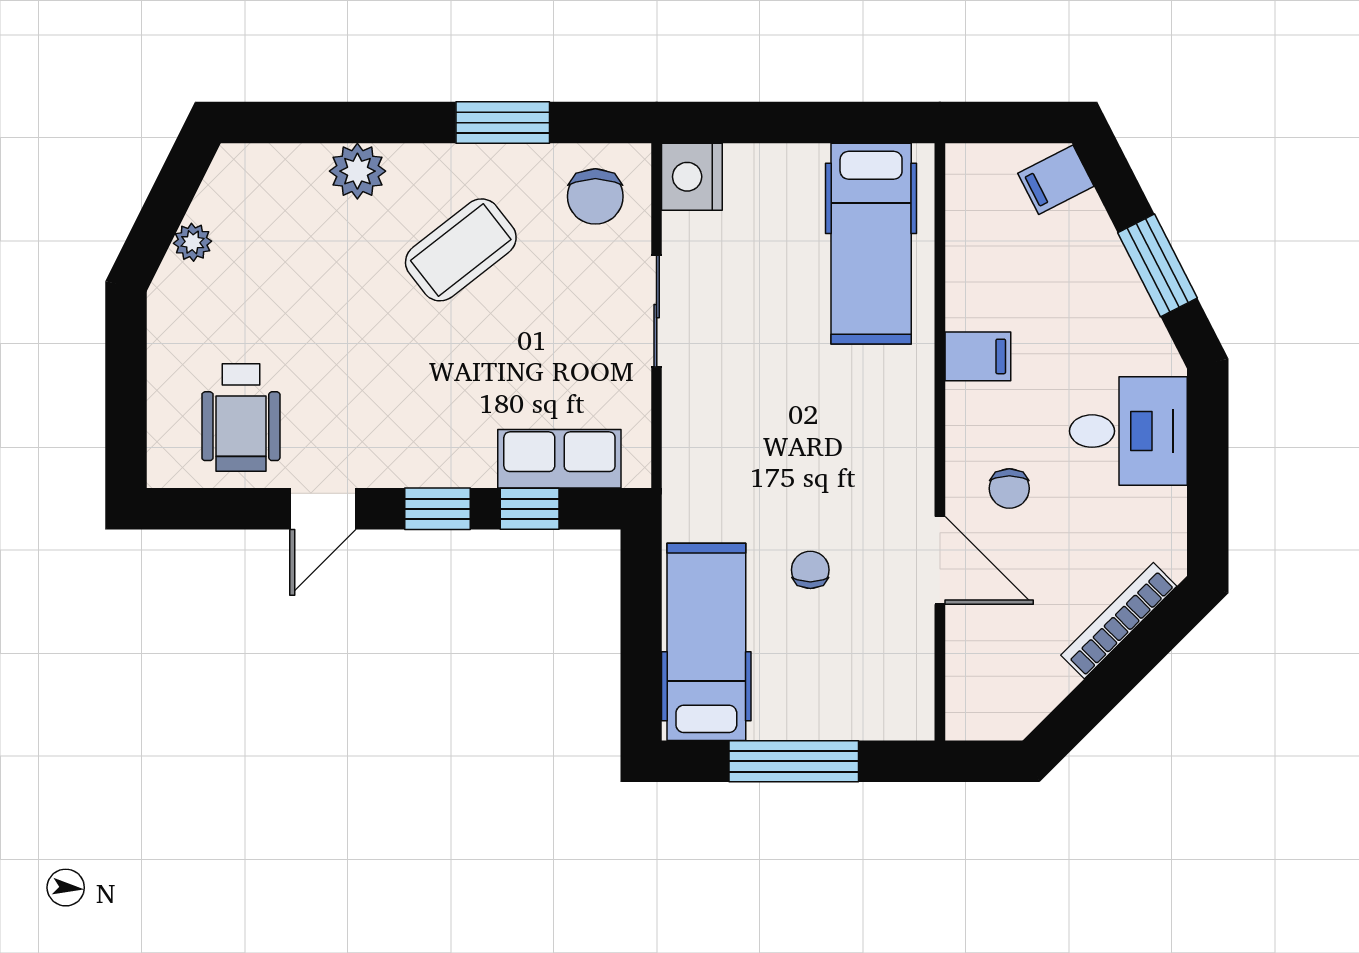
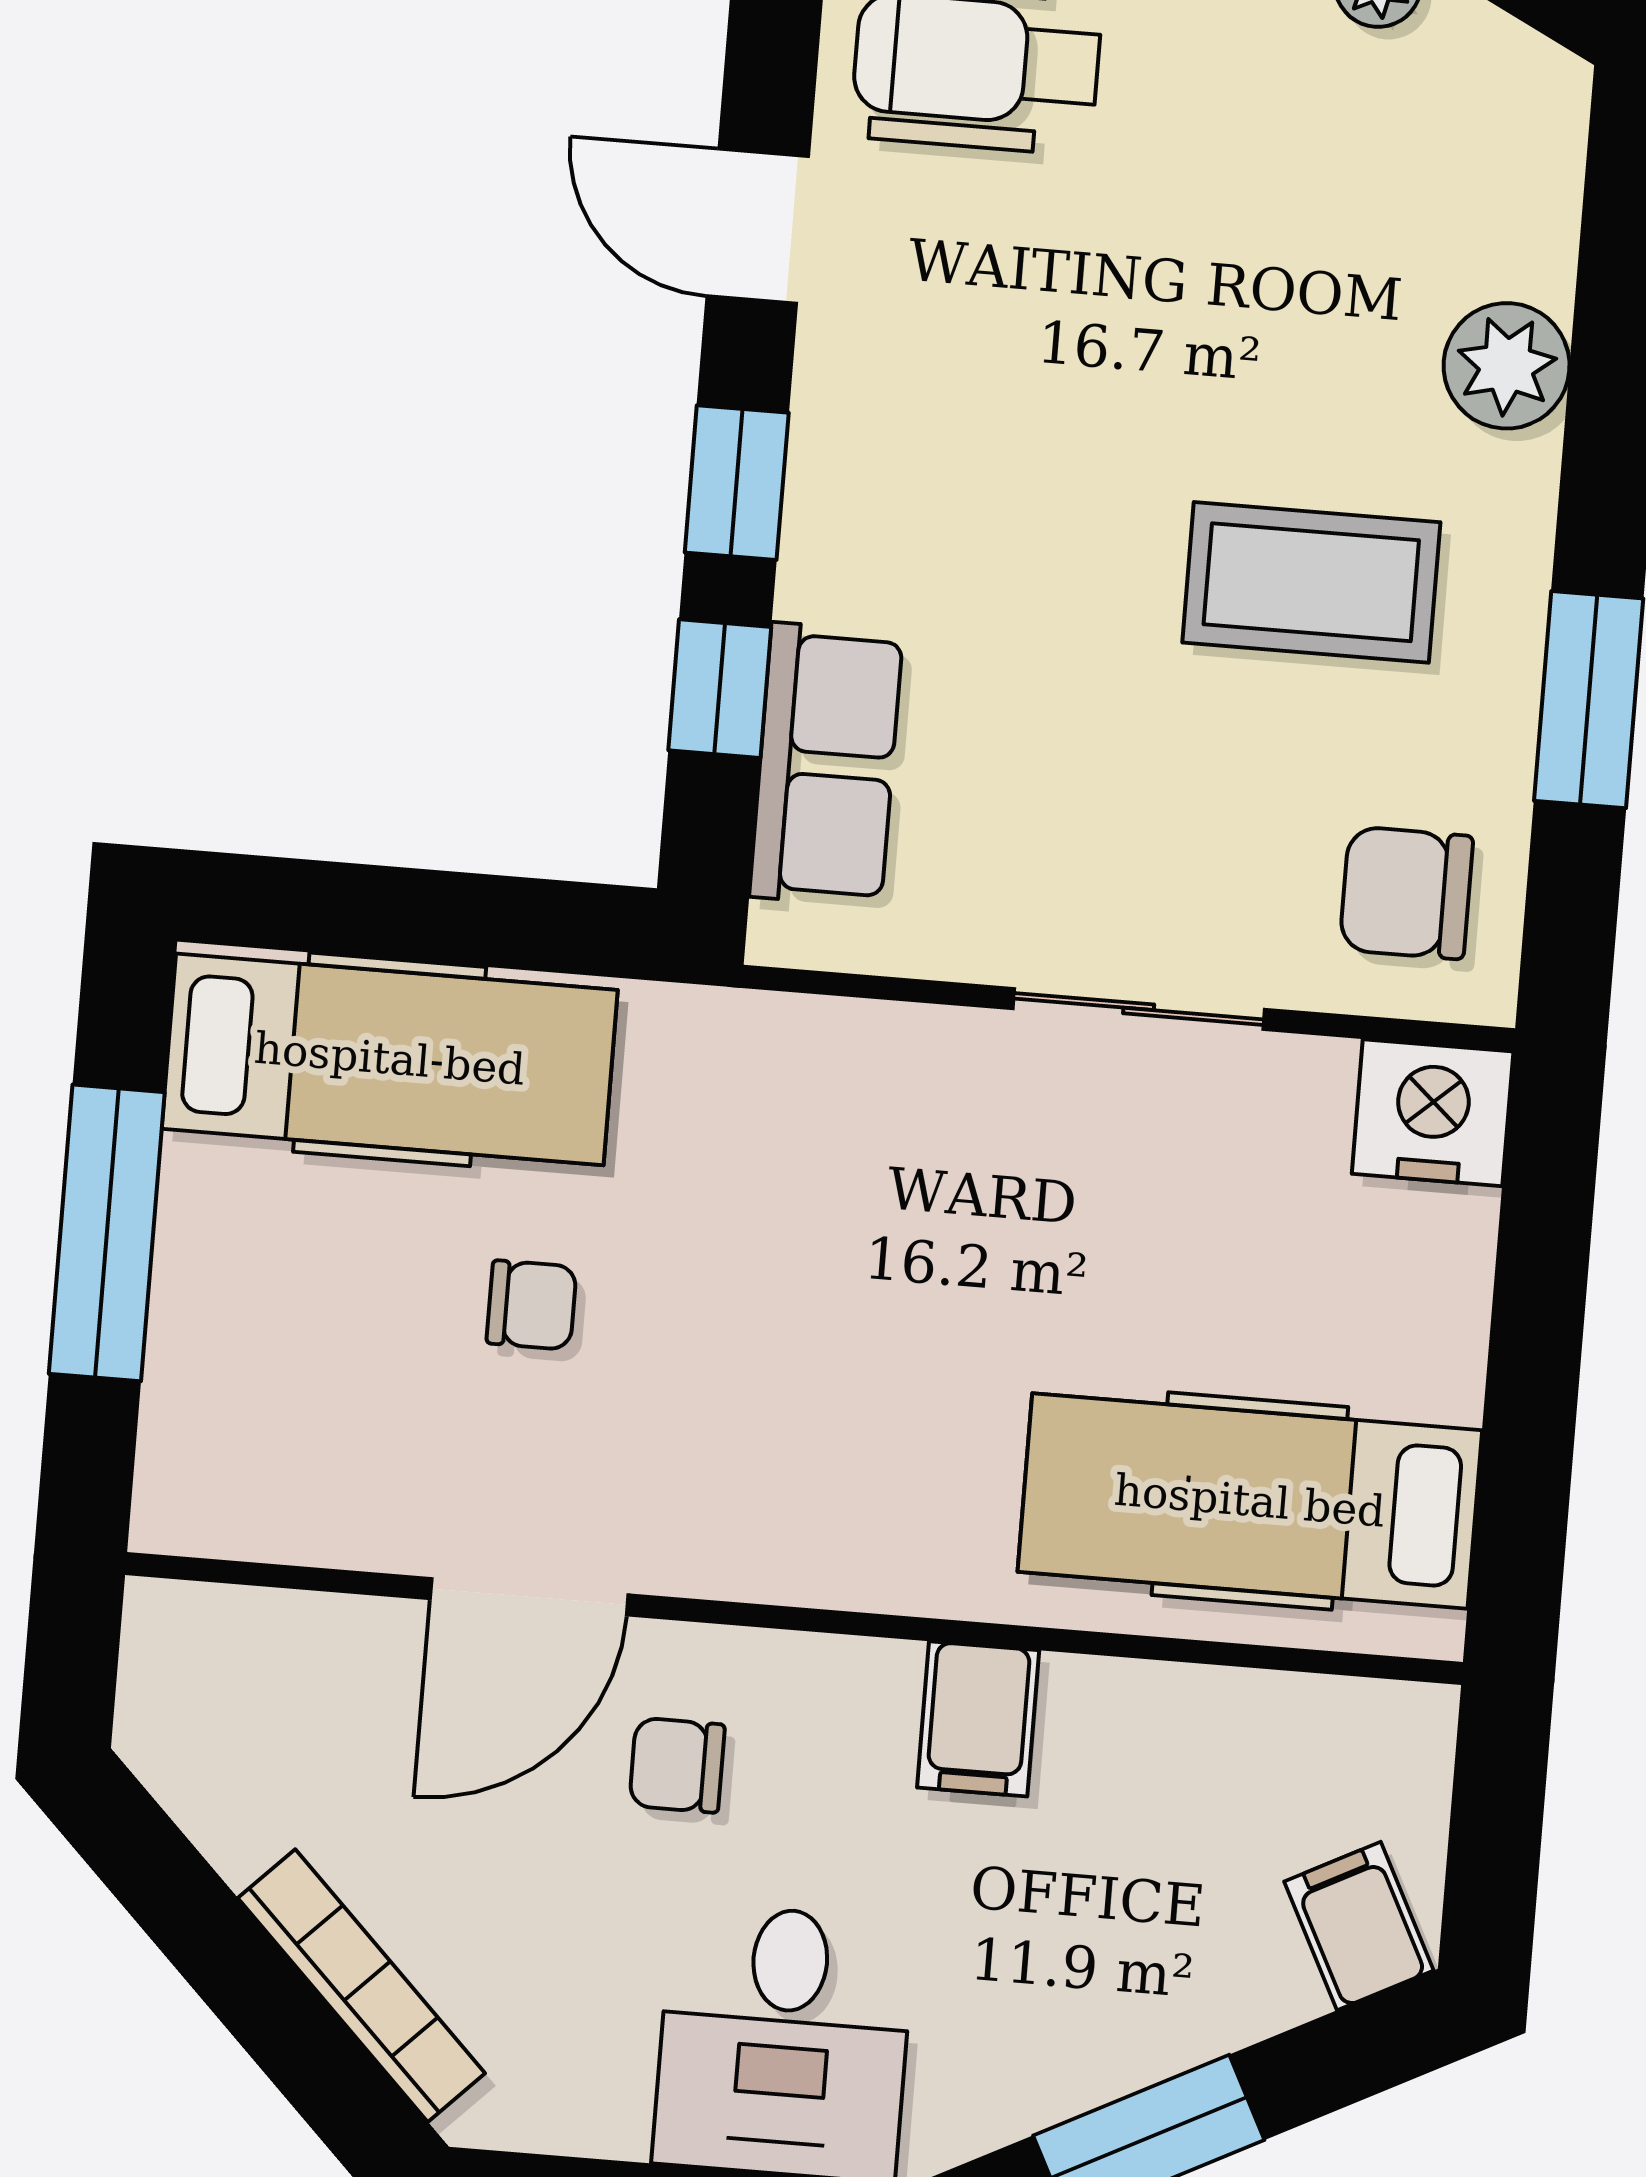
coffee table: (461, 250) -> (1311, 582), turned -52

